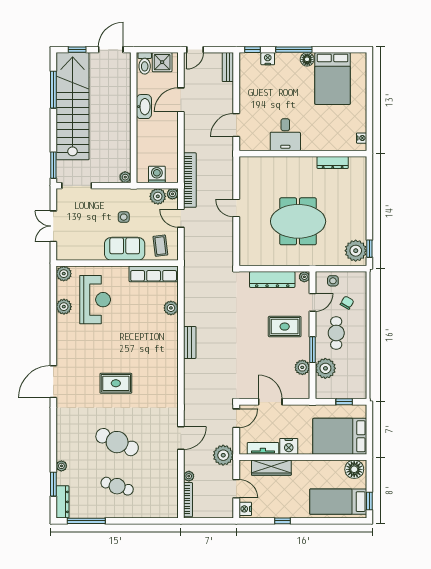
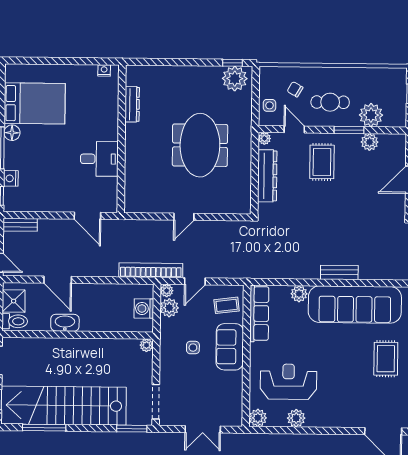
sofa: (162, 356) -> (355, 305), added

